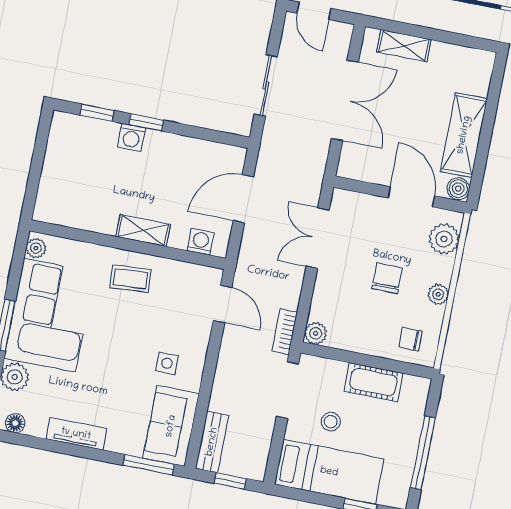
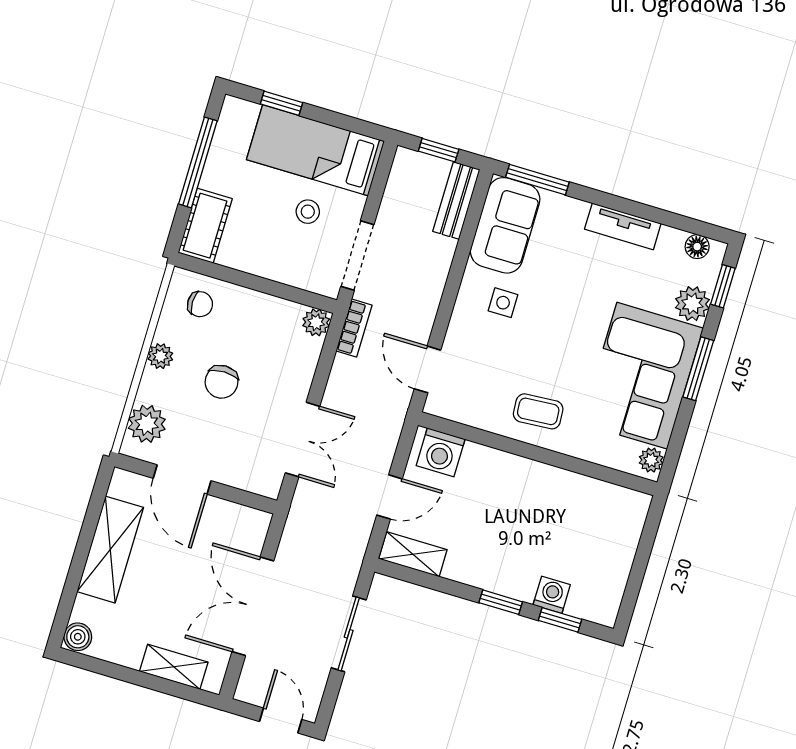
washing machine: (131, 137) -> (552, 595), moved
boiler: (458, 189) -> (78, 637), moved
door: (243, 199) -> (389, 497), width x0.73
shelving: (143, 231) -> (413, 554), moved
washing machine: (201, 242) -> (441, 452), width x1.38, depth x1.38
cot: (373, 382) -> (205, 226), moved, turned 90

